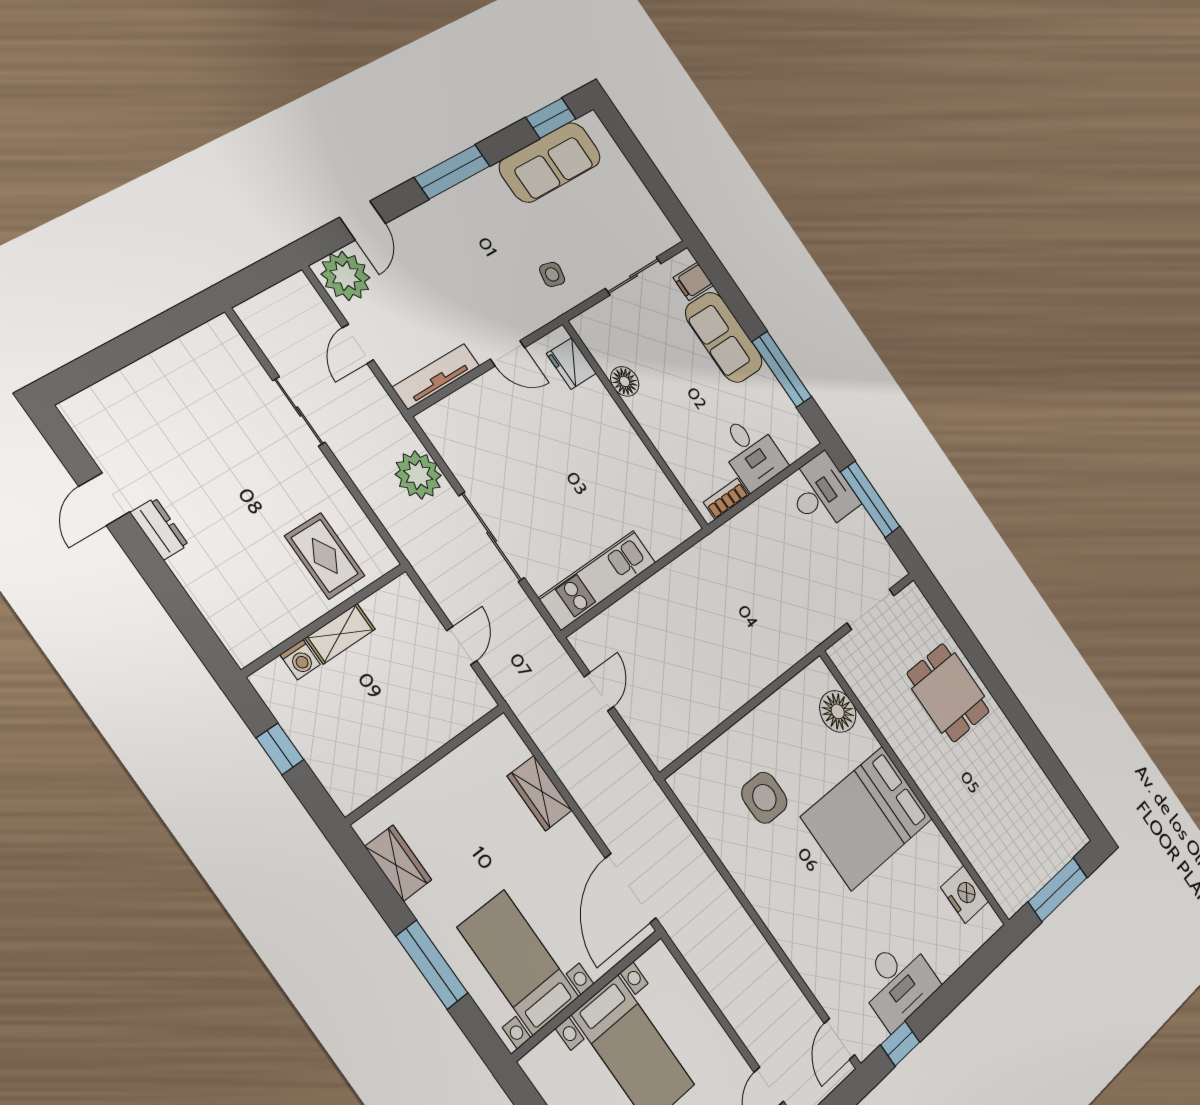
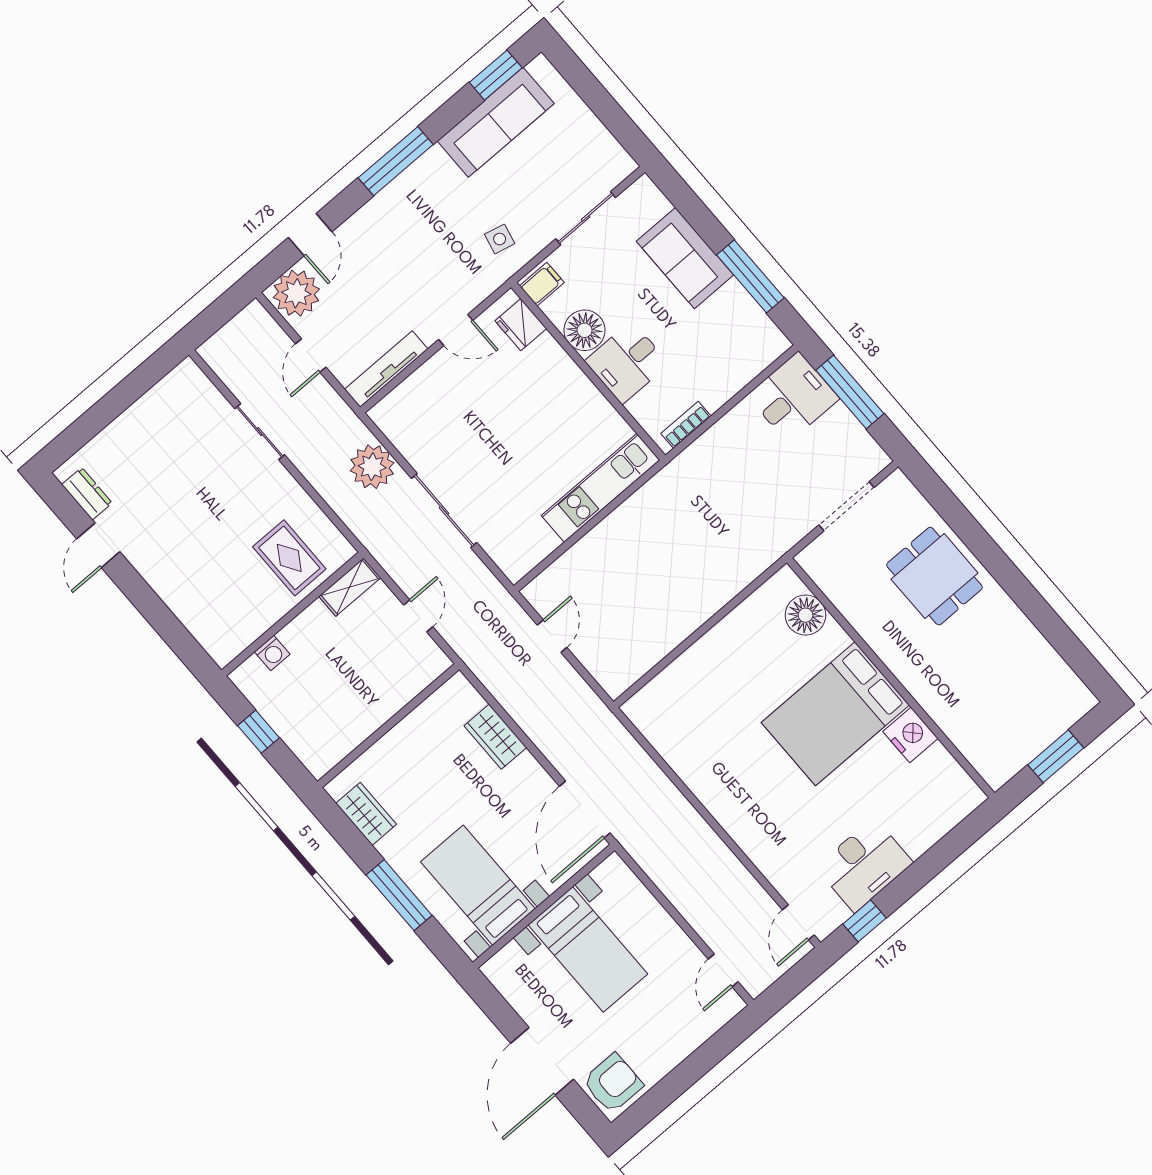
filing cabinet: (693, 281) -> (542, 284), moved, turned 180
floor lamp: (625, 381) -> (585, 330), width x1.38, depth x1.38
desk: (752, 452) -> (627, 362), moved, turned 90
dresser: (159, 529) -> (87, 494), moved
kitchen unit: (598, 580) -> (601, 488), moved
shelving: (340, 634) -> (350, 587), moved
side table: (764, 798) -> (723, 710), removed
window: (1058, 890) -> (1056, 756), width x0.69
nightstand: (965, 894) -> (910, 735), moved

